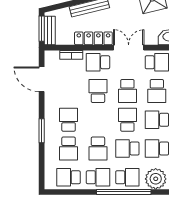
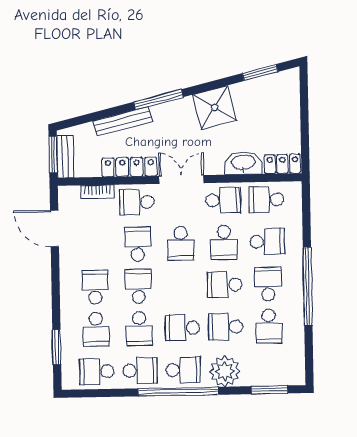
school desk: (127, 120) -> (138, 286), moved
window: (42, 131) -> (57, 347), moved

